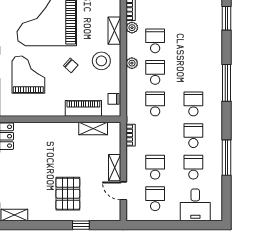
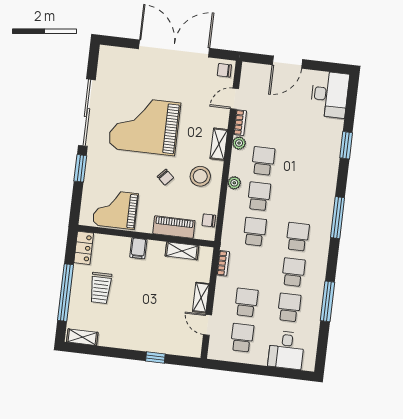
grand piano: (28, 75) -> (115, 209), moved, turned -90
filing cabinet: (54, 131) -> (138, 248), added
trolley: (25, 170) -> (101, 288), added
pallet: (68, 194) -> (145, 320), removed

